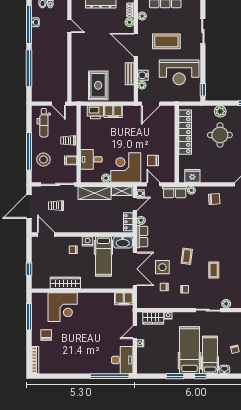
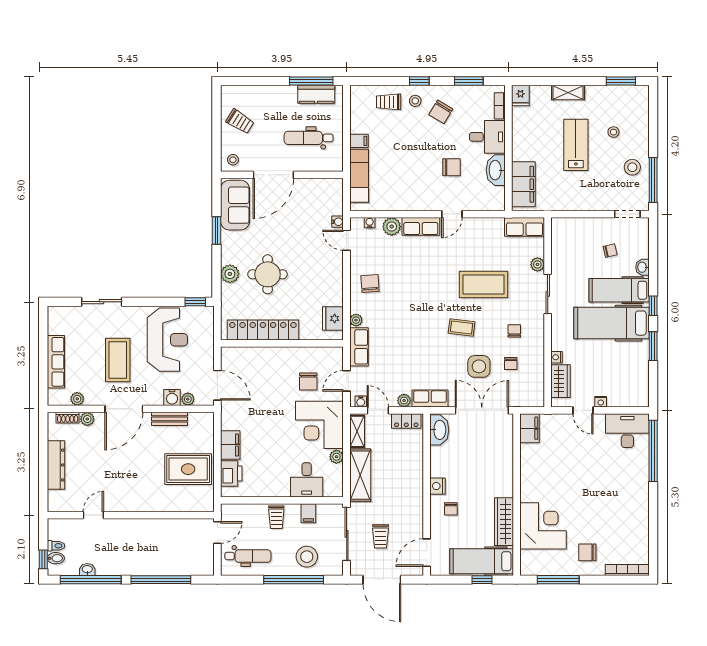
hospital bed: (103, 256) -> (482, 561), moved, turned 180
coffee table: (214, 270) -> (483, 284), width x1.86, depth x1.72

